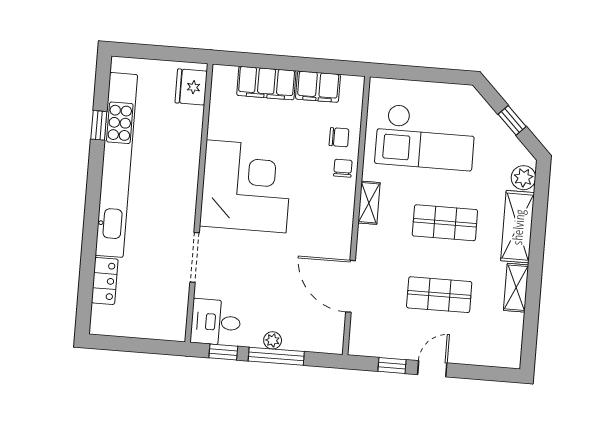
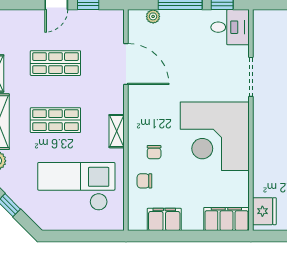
filing cabinet: (266, 83) -> (226, 219), moved
chair: (343, 168) -> (154, 152), moved
plant: (273, 340) -> (153, 16), moved

